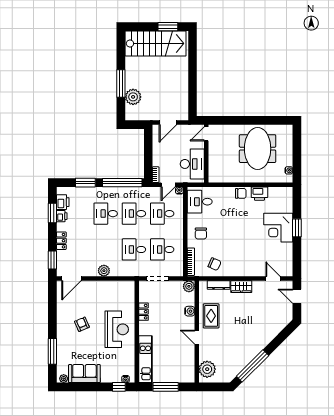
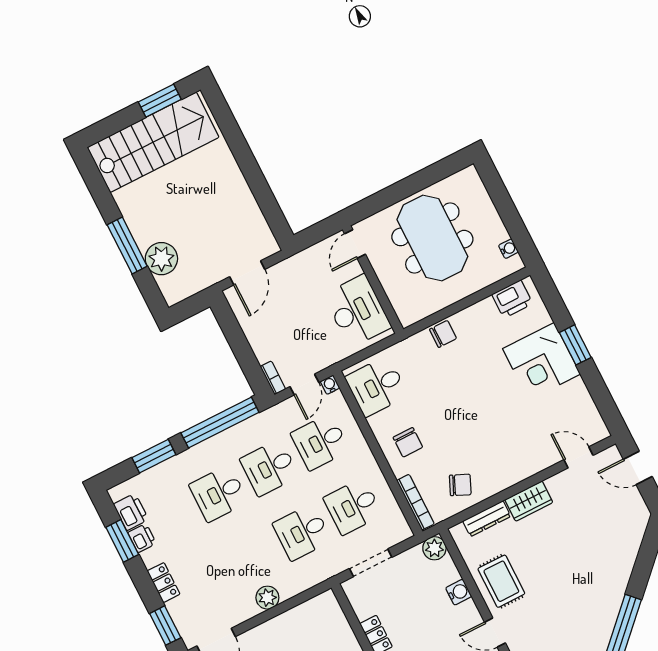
door: (206, 134) -> (355, 244), moved
wall: (206, 154) -> (373, 279), moved
desk: (192, 164) -> (357, 311), moved
printer: (259, 194) -> (512, 299), moved

